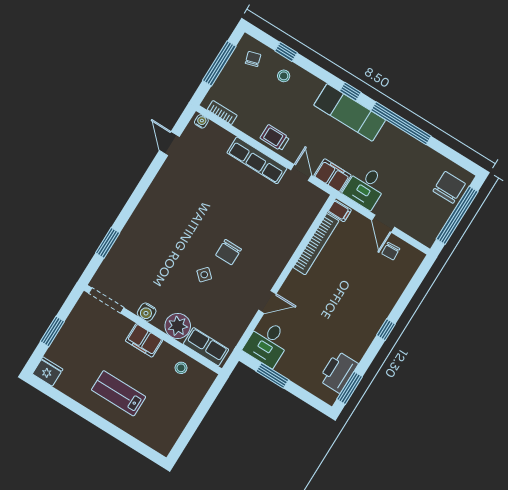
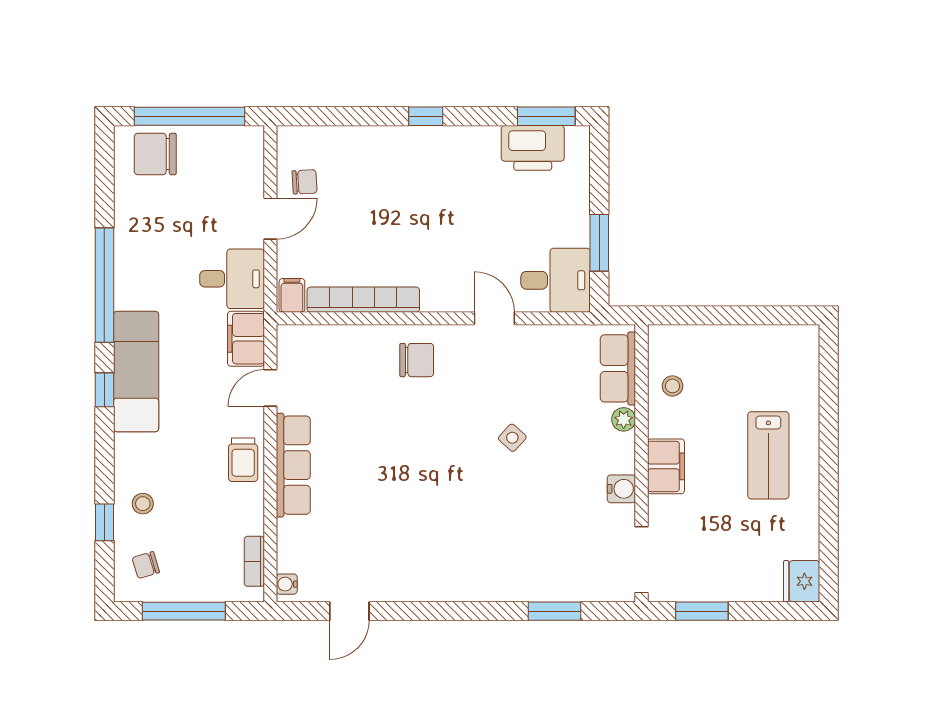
chair: (229, 252) -> (417, 360), moved
plant: (178, 326) -> (624, 419), width x0.53, depth x0.53
window: (52, 331) -> (702, 611), moved

